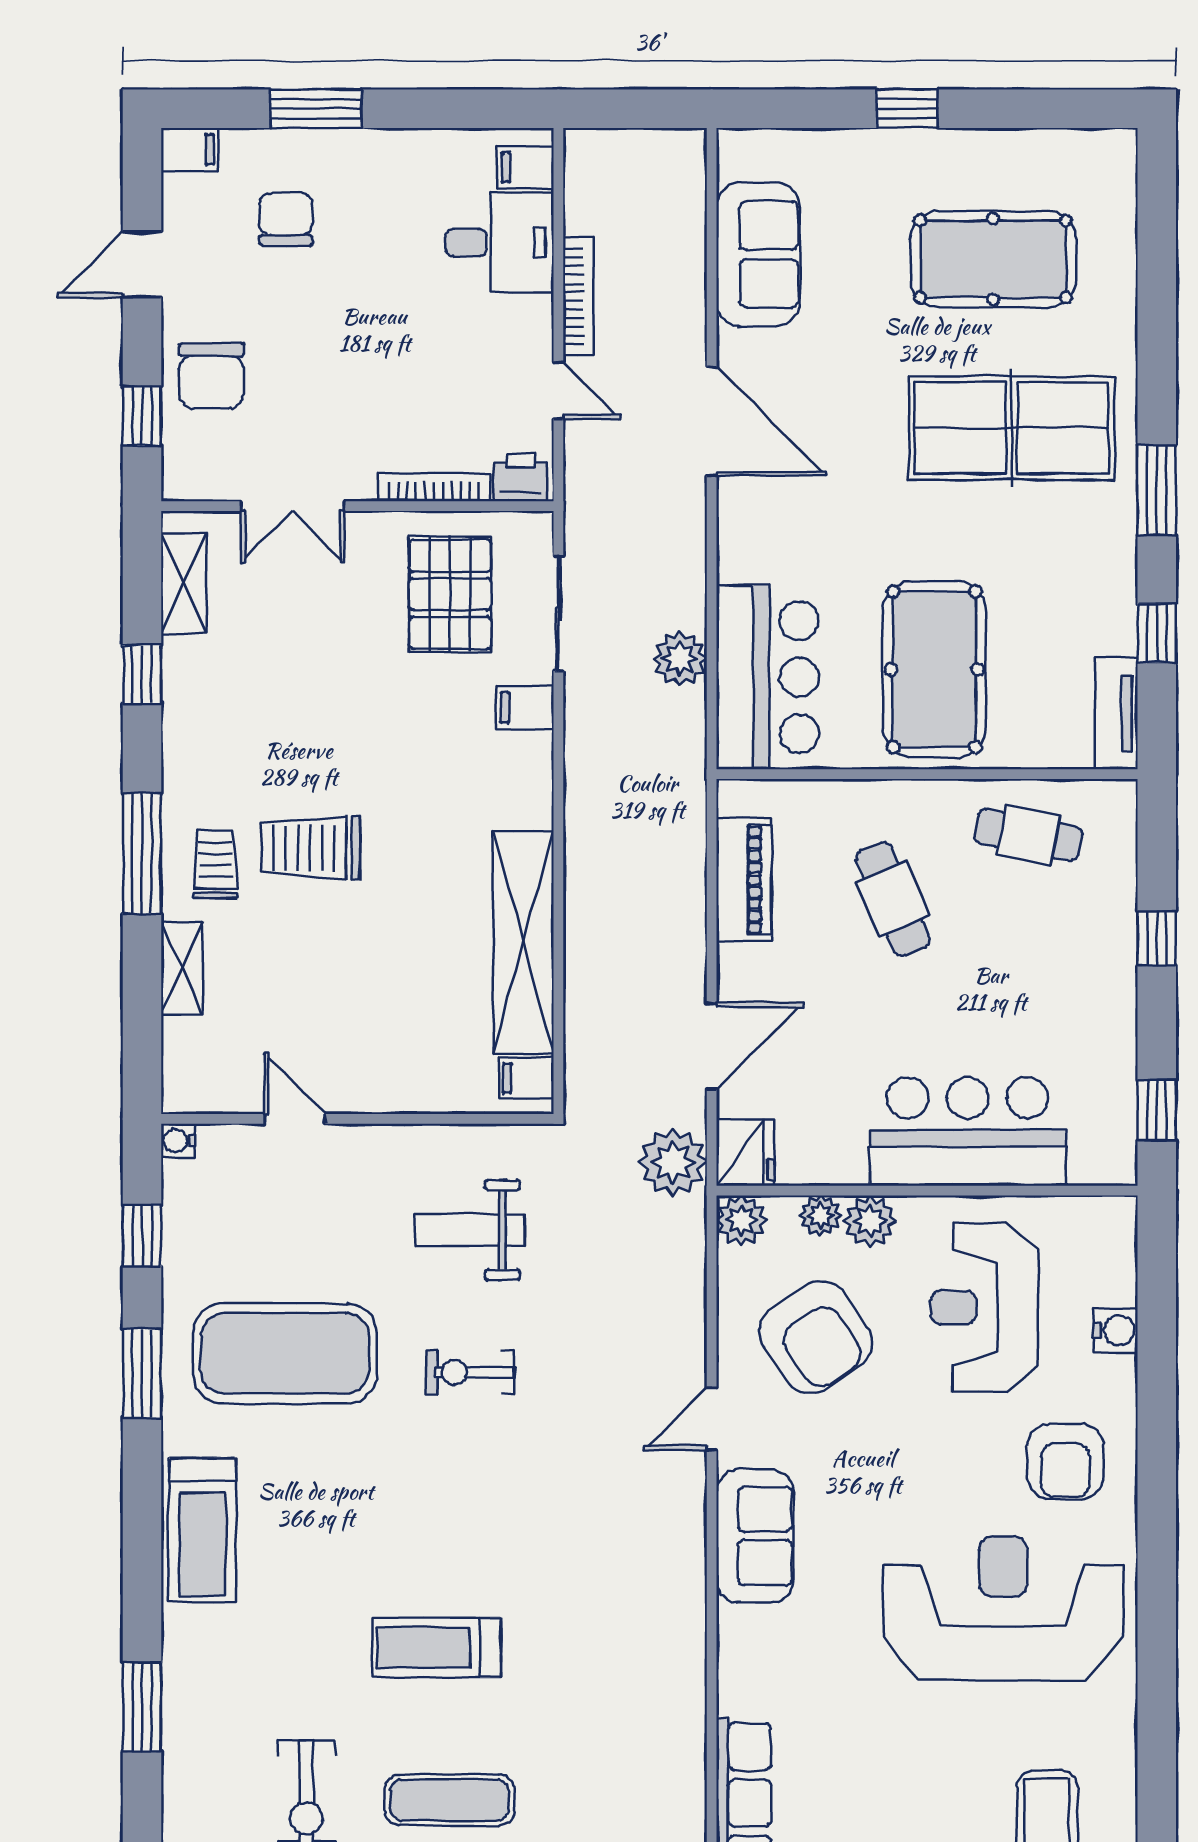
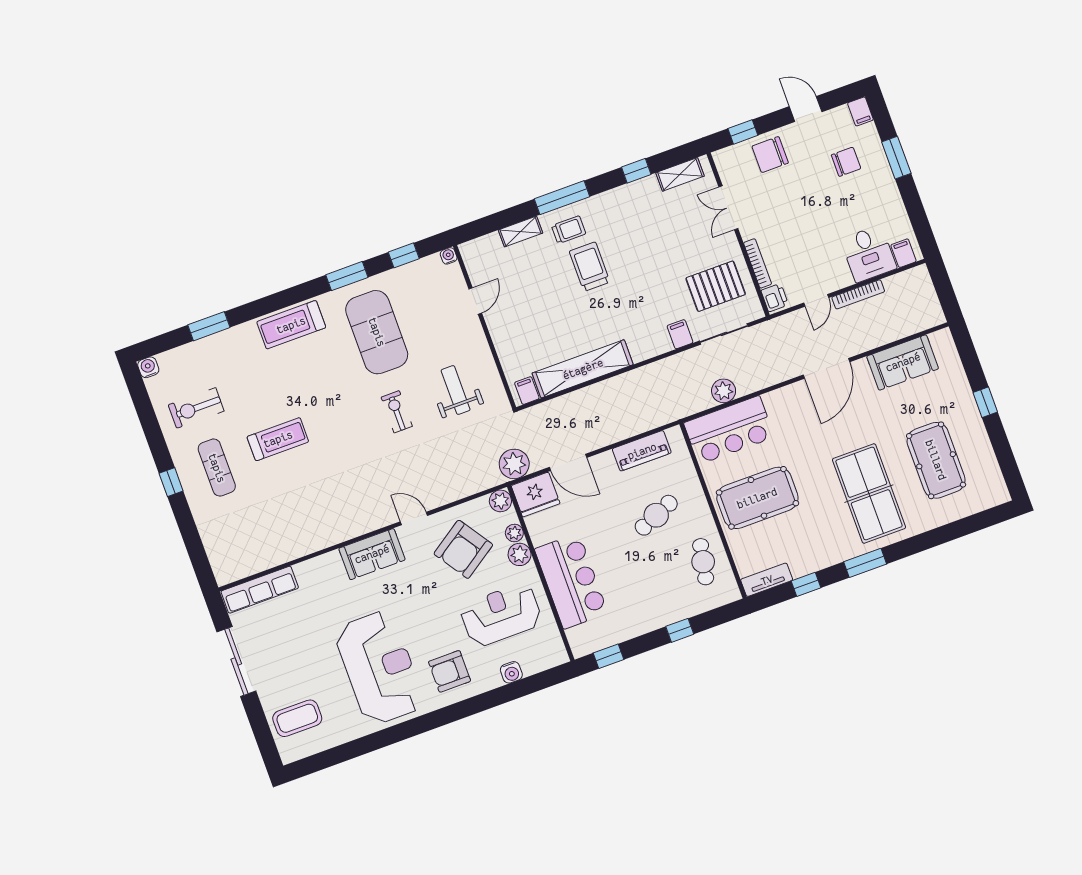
fridge: (745, 1152) -> (536, 495), width x1.36, depth x1.34
treadmill: (437, 1647) -> (278, 439), turned 90

